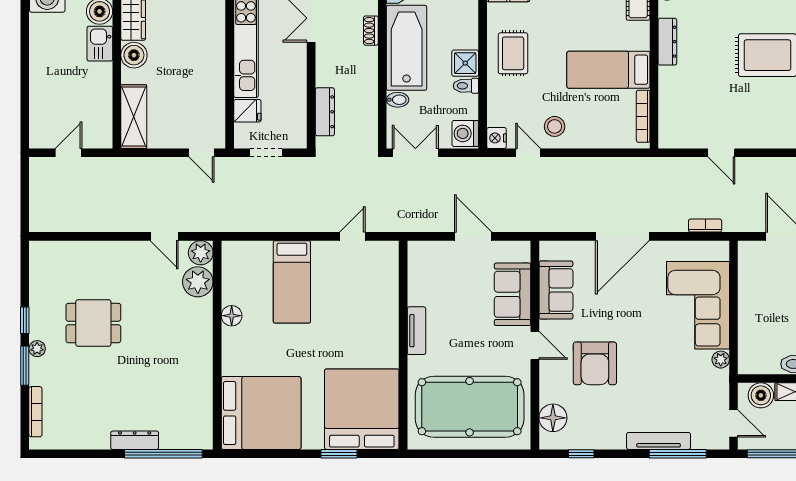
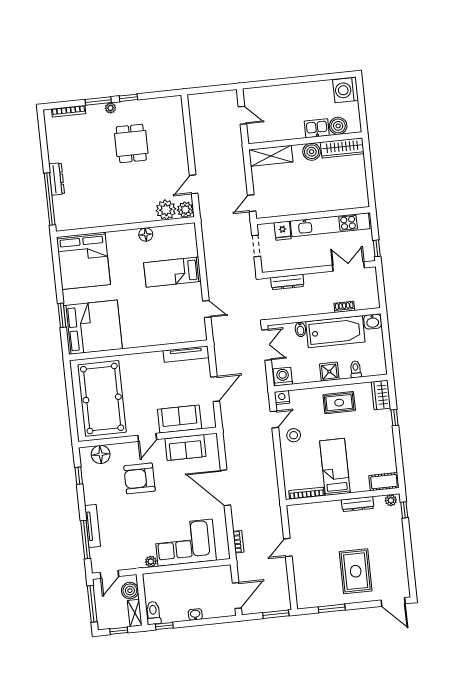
toilet: (466, 86) -> (356, 369), moved
tv unit: (416, 331) -> (186, 354), moved, width x1.41

